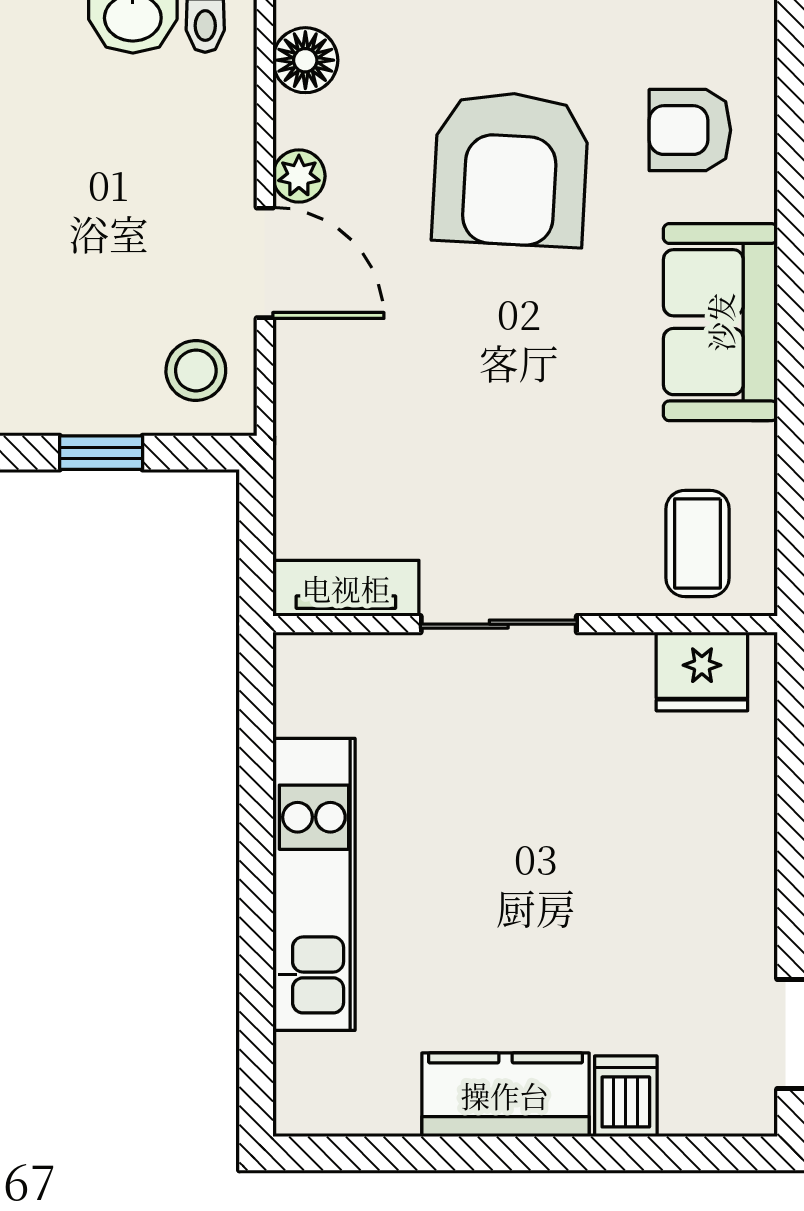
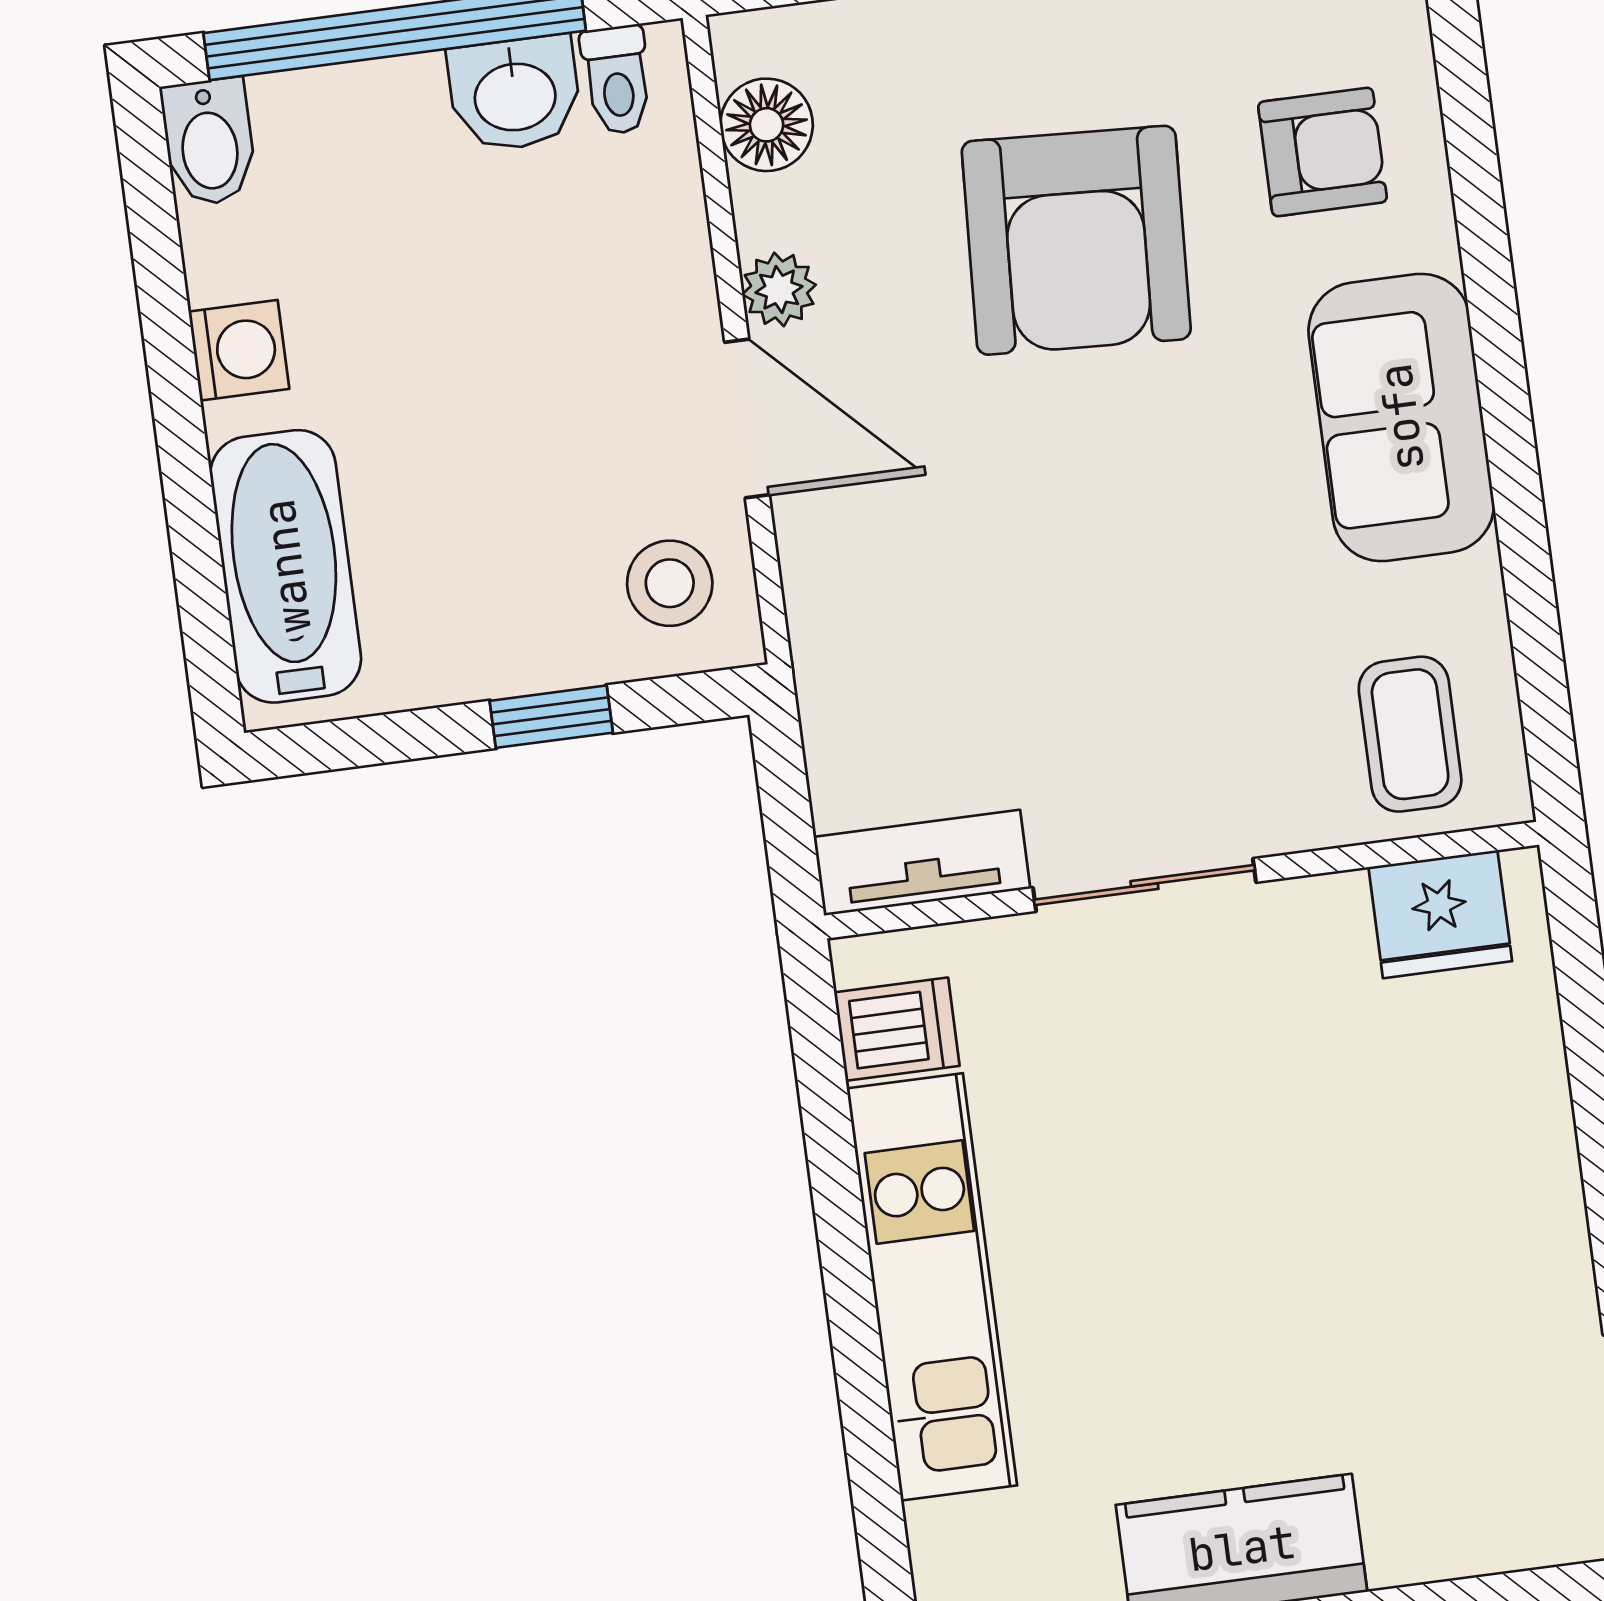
armchair: (690, 130) -> (1323, 152), turned 180
dishwasher: (626, 1096) -> (897, 1029), moved, turned 90

